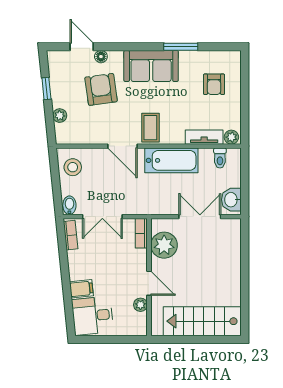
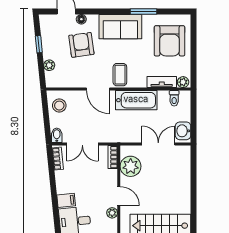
armchair: (214, 84) -> (170, 41), width x1.88, depth x1.88

